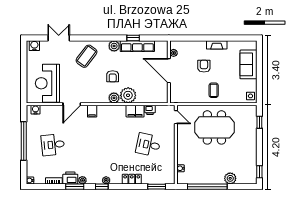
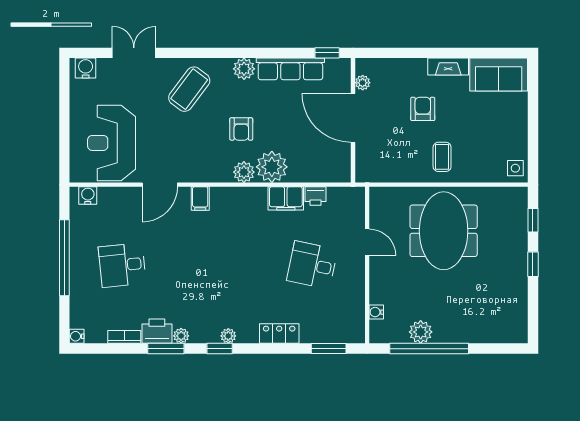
window: (133, 38) -> (327, 53), moved
sofa: (248, 64) -> (499, 75), moved, turned -90
door: (176, 117) -> (367, 242), moved
meeting table: (214, 127) -> (444, 231), turned 90
window: (259, 172) -> (533, 264), moved
plant: (230, 178) -> (421, 332), moved

